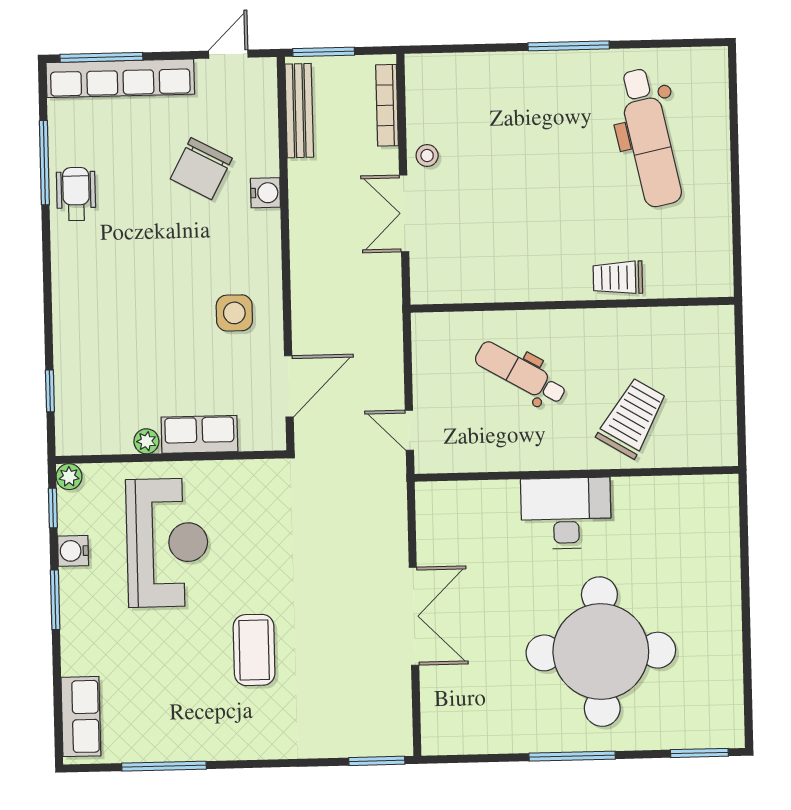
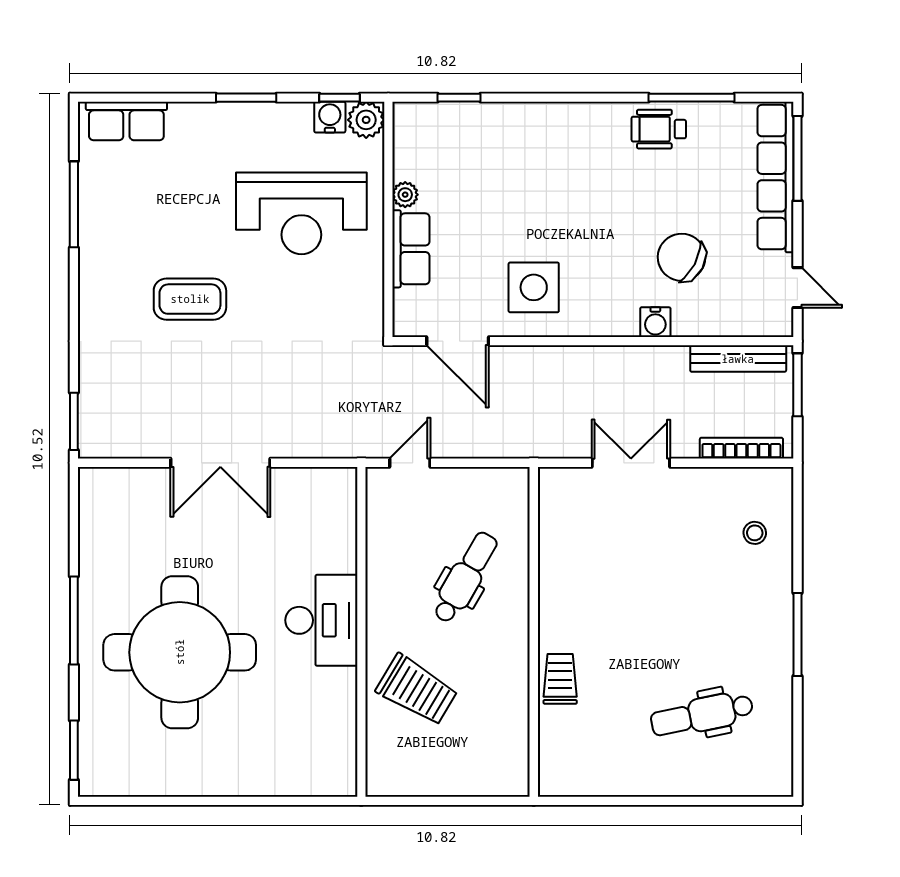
dental chair: (649, 138) -> (702, 715), width x0.73, depth x0.72
stool: (427, 156) -> (755, 533), moved
wheelchair: (76, 194) -> (659, 129), turned 180
side table: (234, 313) -> (534, 287), width x1.37, depth x1.37
plant: (69, 477) -> (366, 120), width x1.38, depth x1.38
water cooler: (73, 551) -> (330, 117), moved

